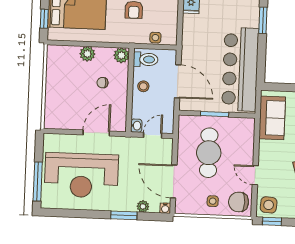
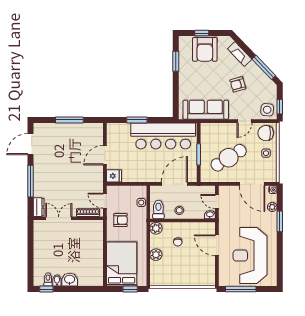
window: (263, 20) -> (137, 120), moved
sofa: (272, 118) -> (206, 110), width x1.36
cafe table: (209, 153) -> (229, 158), turned -32
reception desk: (81, 175) -> (250, 256), turned 180
window: (38, 181) -> (241, 289), moved
door: (174, 182) -> (252, 184), hinge flipped
chair: (239, 202) -> (266, 133), turned 90

